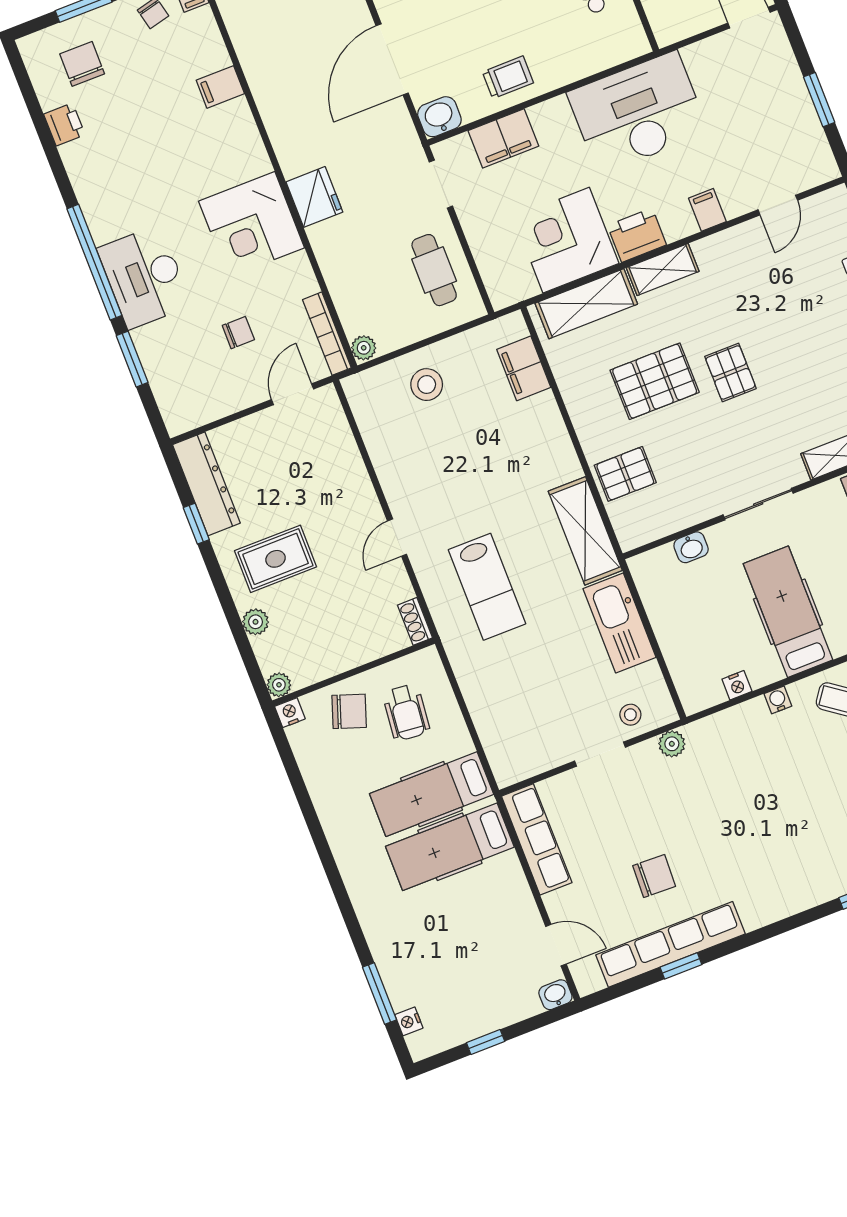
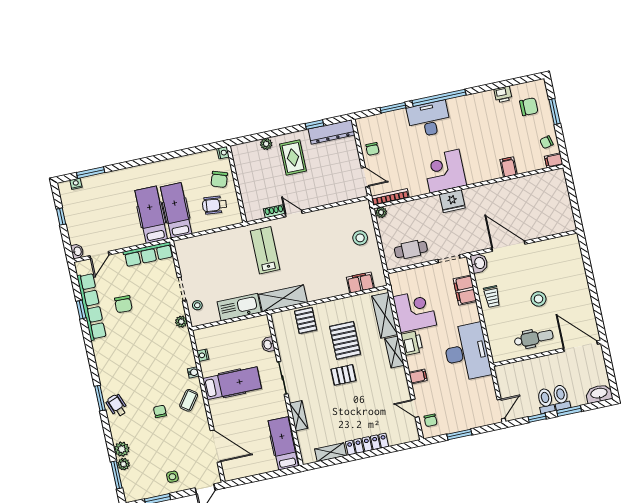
chair: (798, 167) -> (431, 420), added
chair: (238, 333) -> (372, 149), moved
lab bench: (487, 587) -> (265, 250), turned 90
shoe rack: (415, 621) -> (274, 211), moved
plant: (279, 685) -> (236, 150), removed

